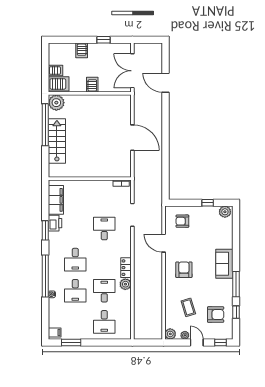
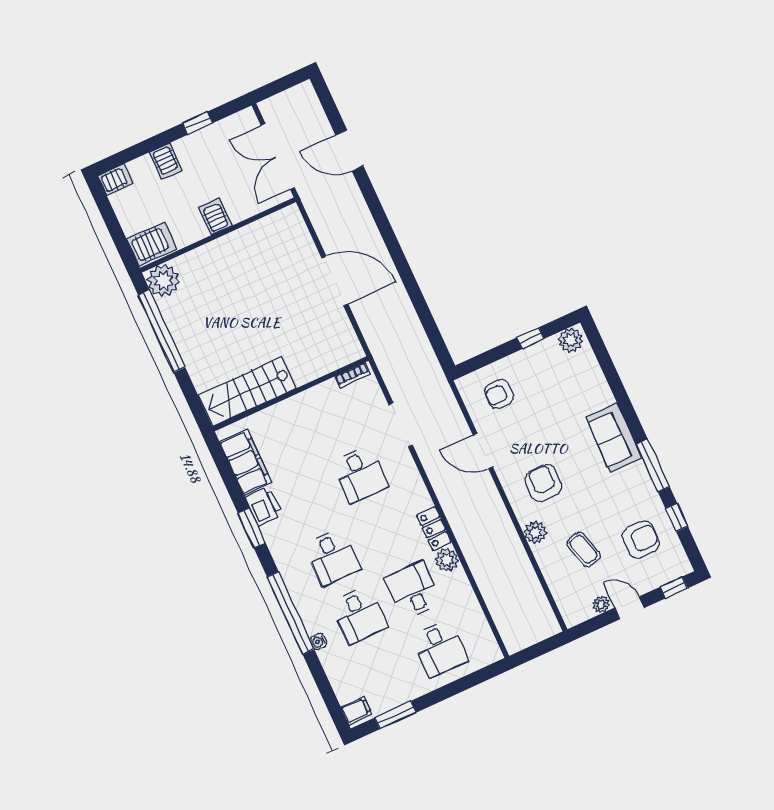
server rack: (55, 70) -> (115, 180), moved
stairs: (57, 141) -> (247, 392), moved, turned -90
desk: (104, 229) -> (360, 474), turned 180
plant: (170, 334) -> (535, 532), moved

